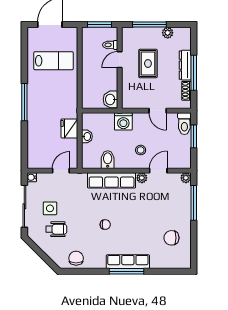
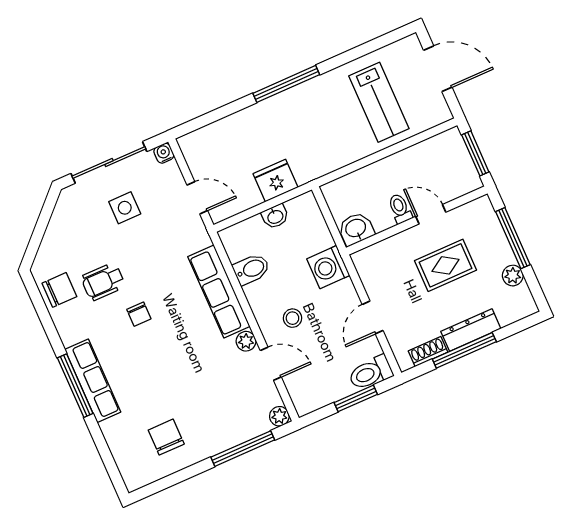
toilet: (110, 45) -> (400, 209), moved
wheelchair: (56, 229) -> (103, 282), moved, turned 90

